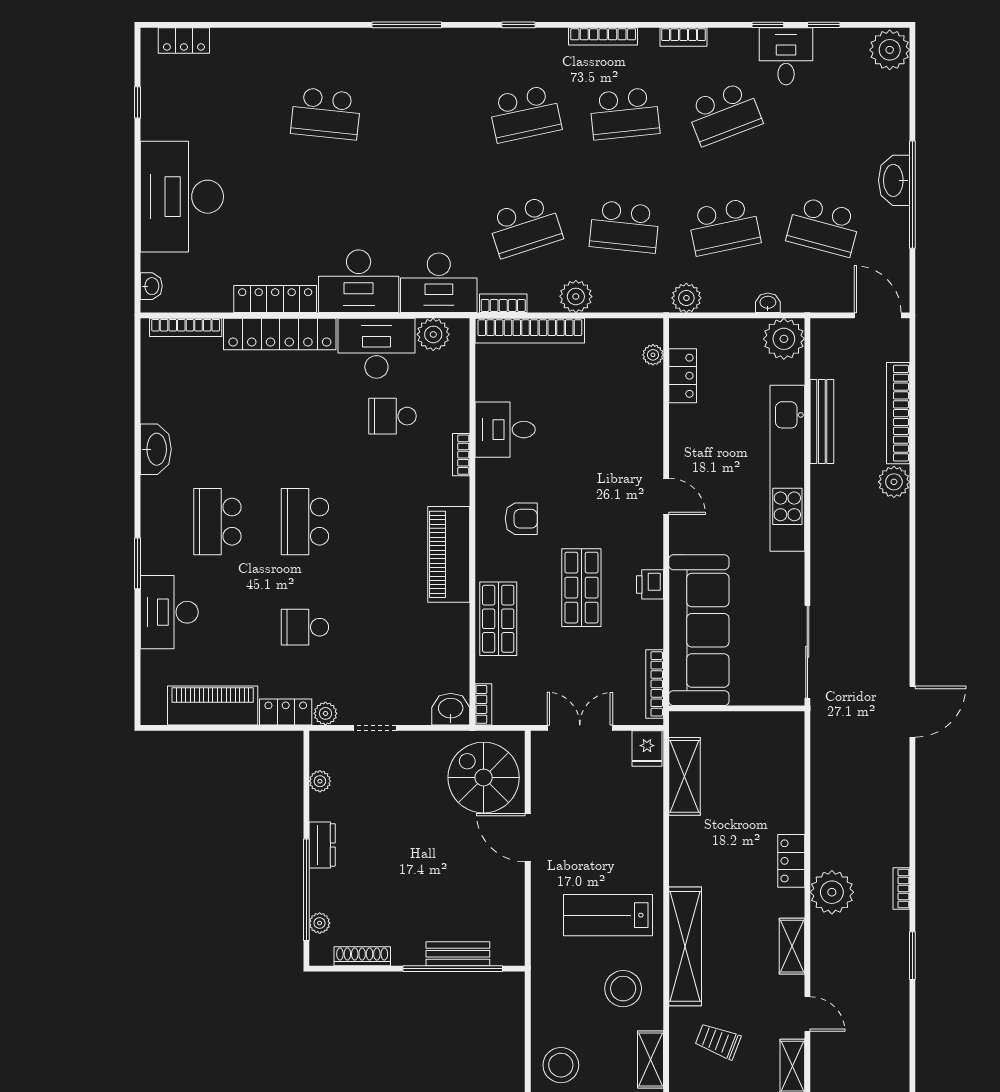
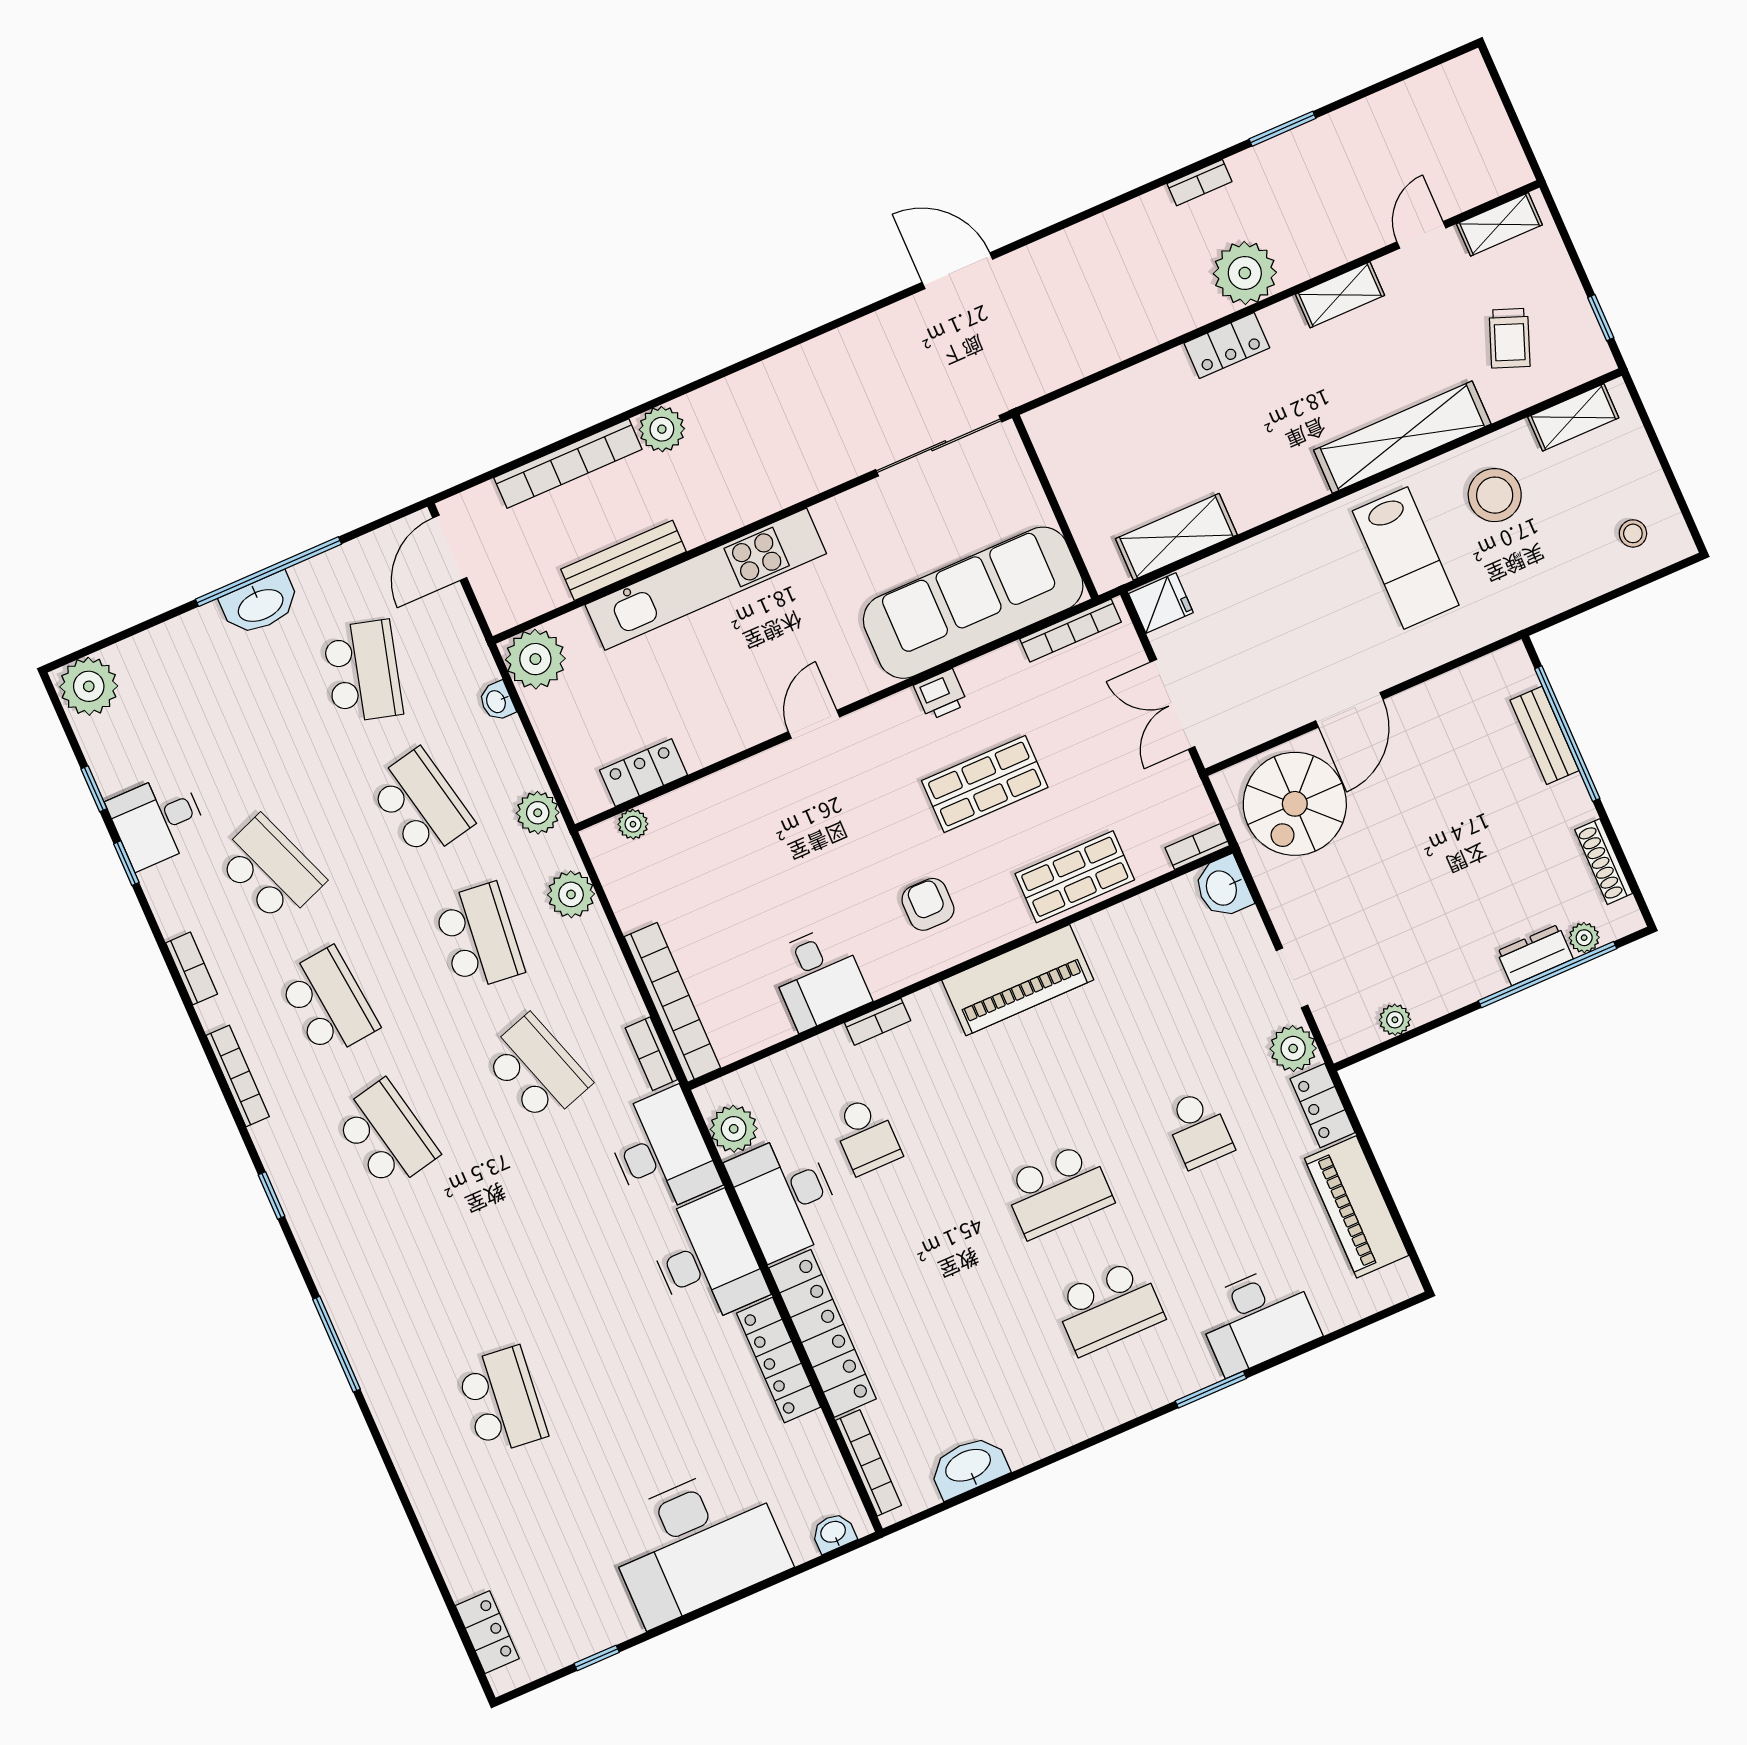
plant: (576, 296) -> (571, 894), moved
washbasin: (156, 449) -> (969, 1467), moved
plant: (325, 713) -> (1293, 1048), width x1.38, depth x1.38
dresser: (322, 845) -> (1535, 955), moved
stool: (561, 1065) -> (1633, 533), width x0.53, depth x0.53

